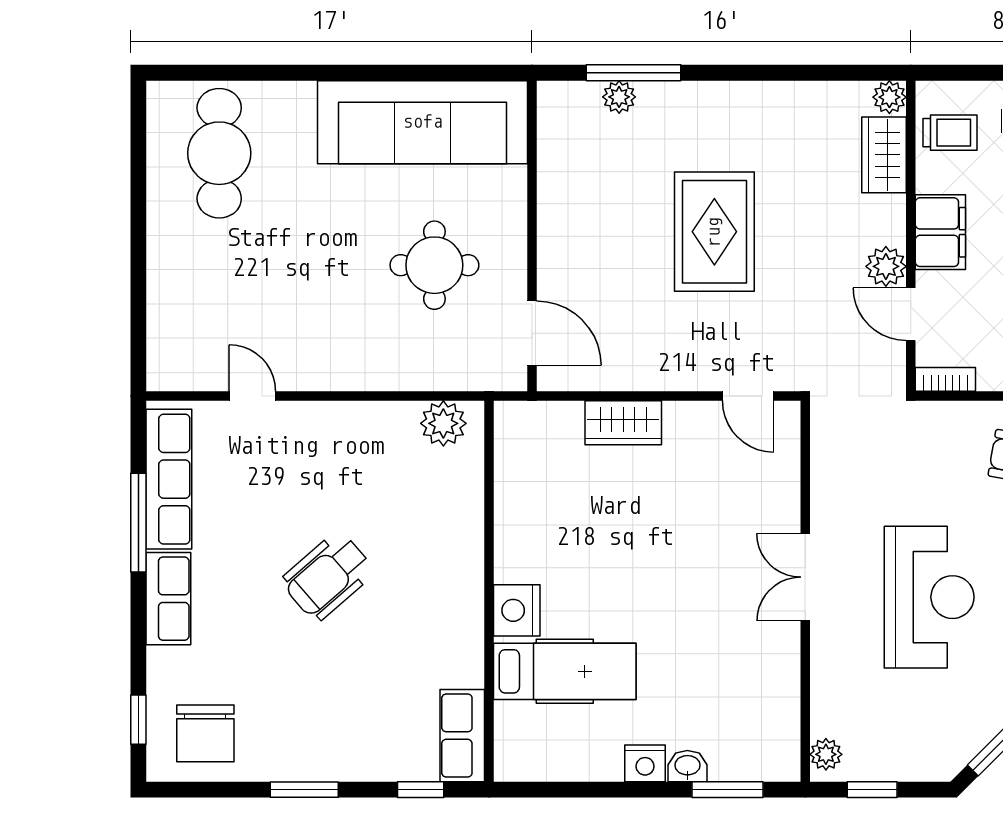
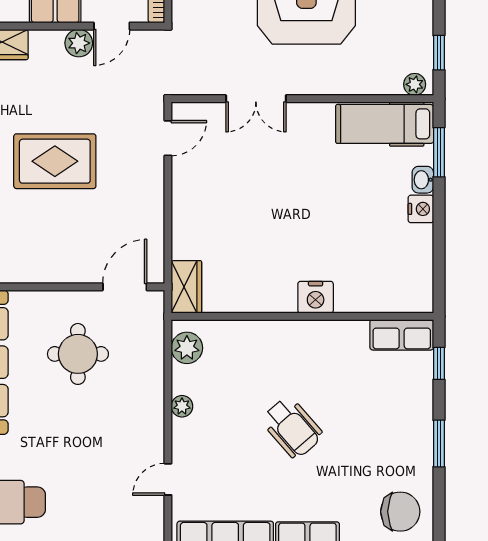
plant: (358, 416) -> (182, 406), added
wardrobe: (623, 423) -> (186, 287), moved
double door: (805, 577) -> (256, 99), moved
hospital bed: (565, 671) -> (385, 124), moved, turned -90

